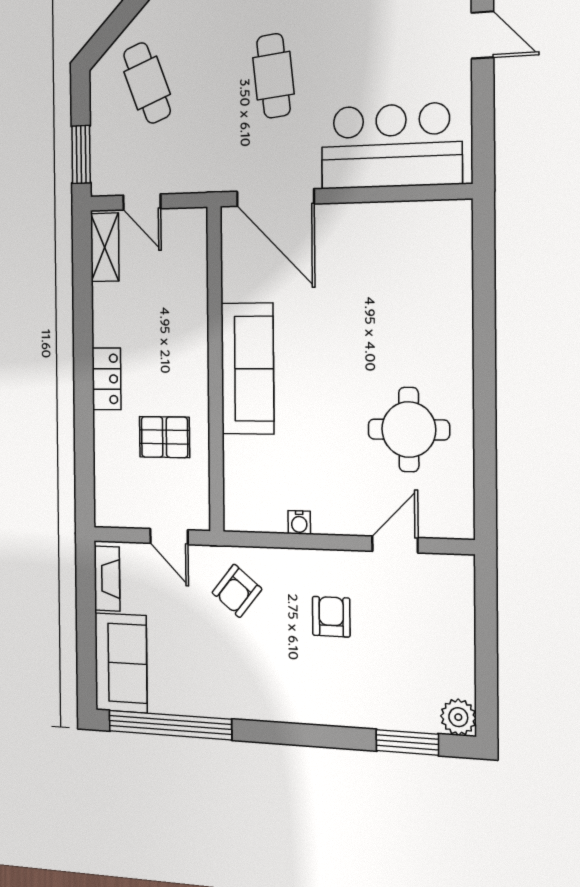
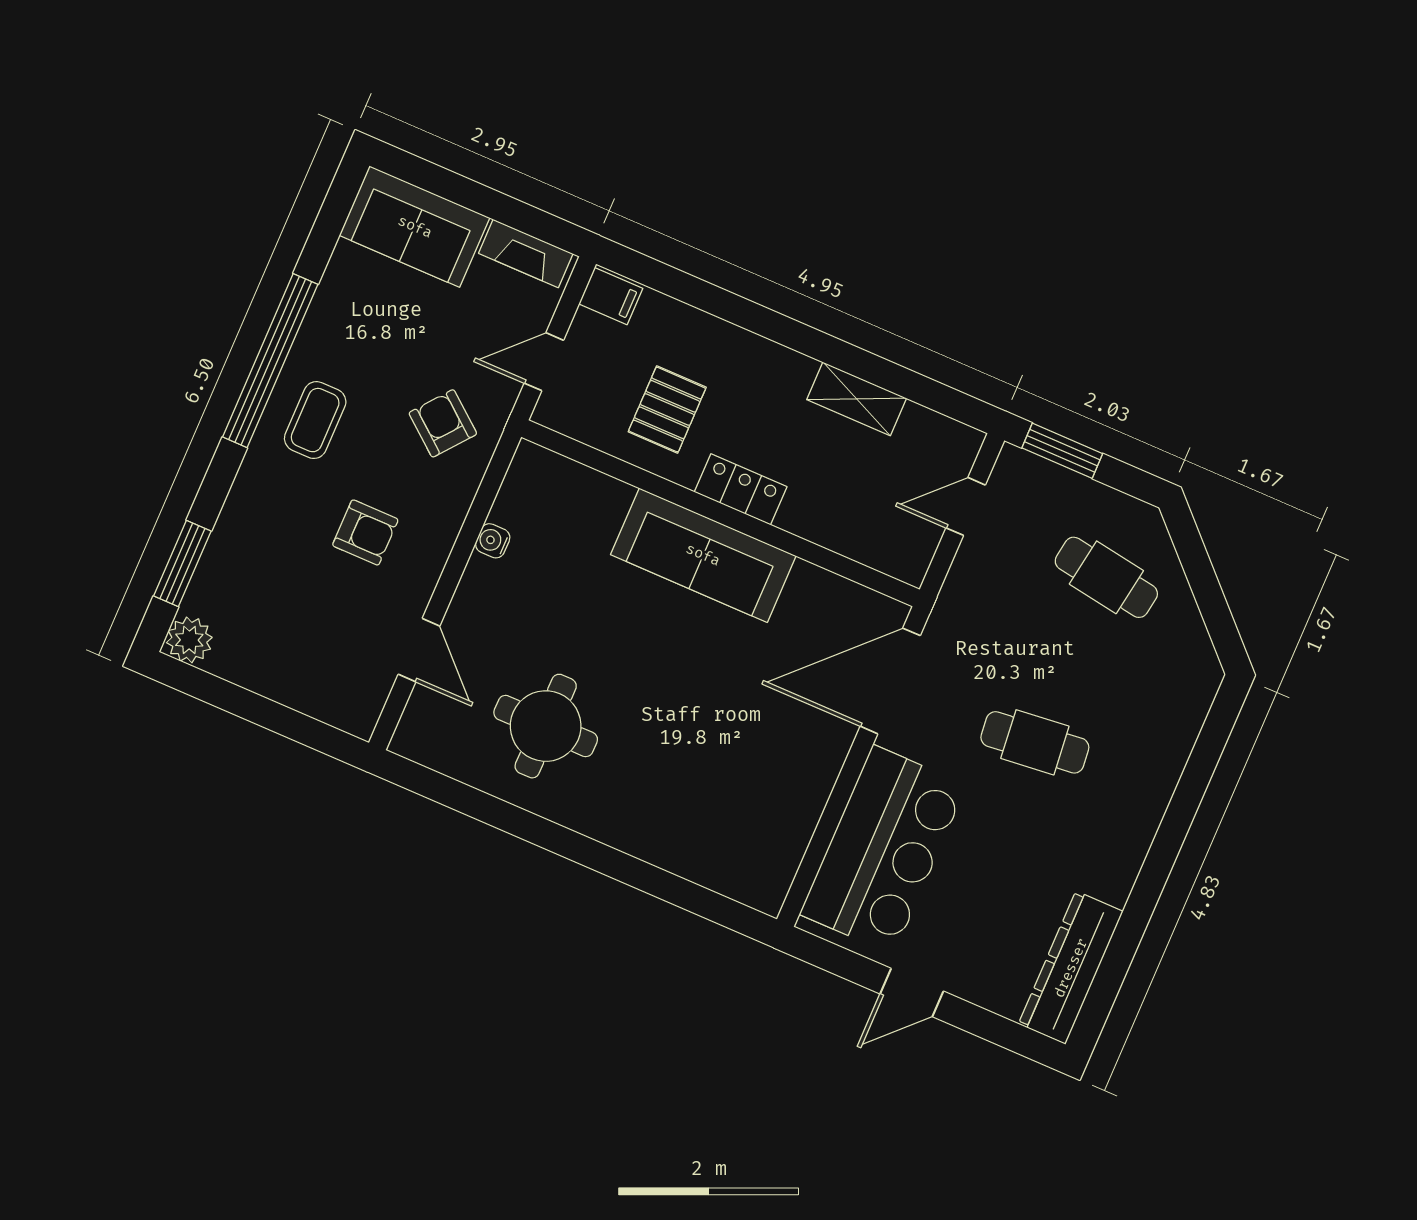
door: (483, 35) -> (912, 992), moved
cafe table: (147, 83) -> (1106, 577), turned 30
shelving: (105, 247) -> (857, 399), moved
locker: (106, 379) -> (741, 489), moved, turned 180
filing cabinet: (110, 508) -> (611, 296), added
coffee table: (272, 683) -> (315, 420), added
window: (170, 725) -> (270, 361), moved

